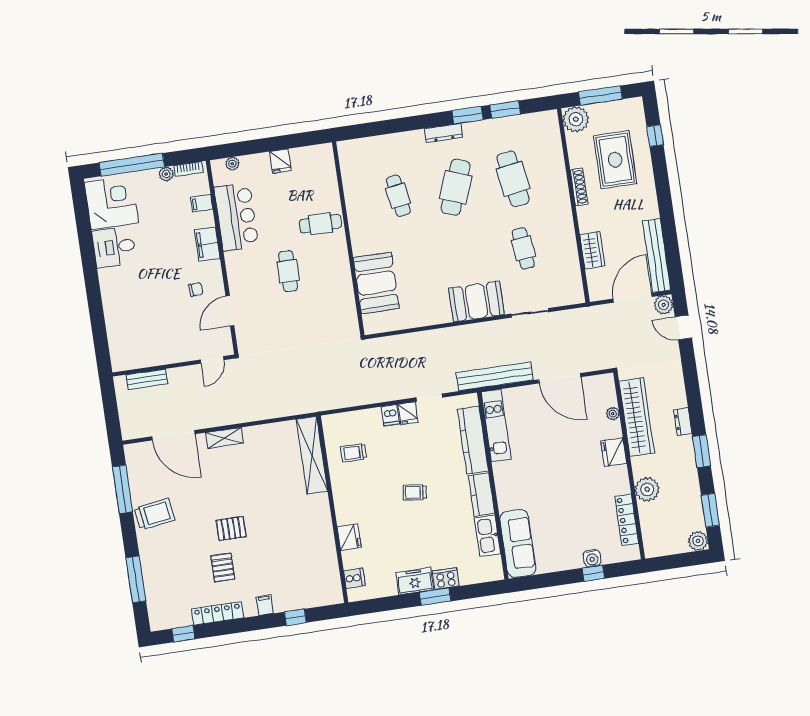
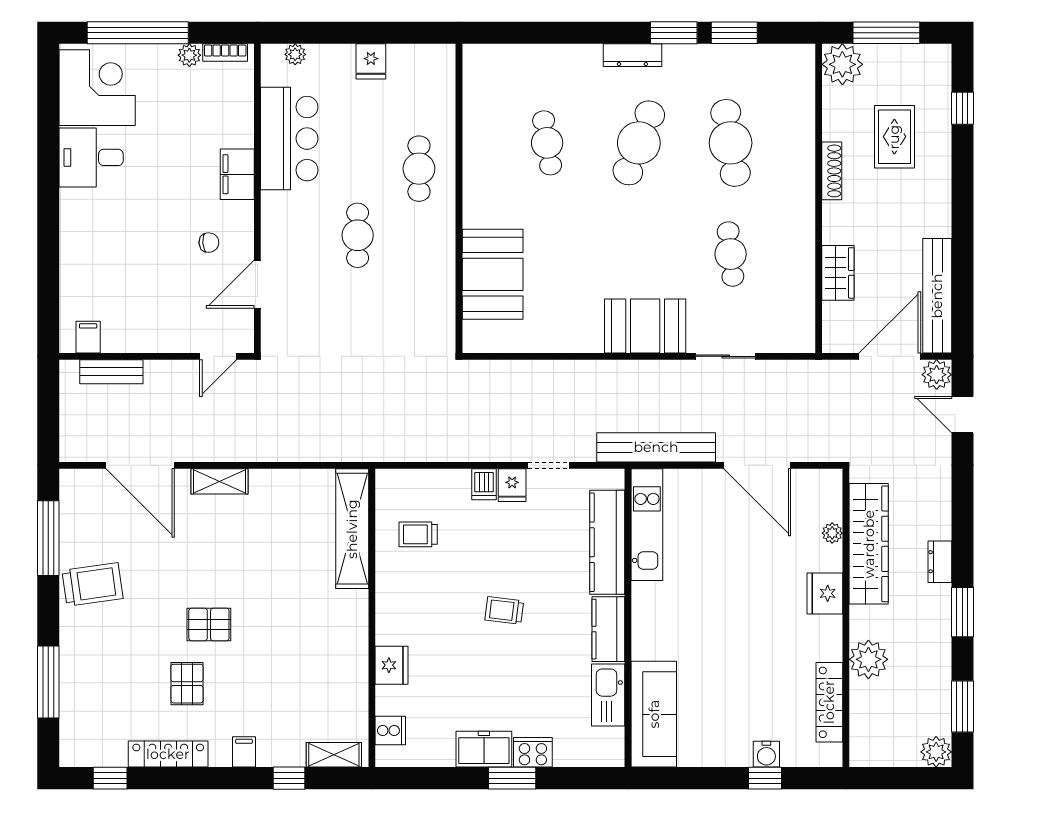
rug: (615, 160) -> (894, 137), width x0.73, depth x0.70
filing cabinet: (202, 203) -> (88, 337), moved, turned 90
cafe table: (320, 224) -> (419, 169), turned 90
shelving: (321, 599) -> (334, 755), added

